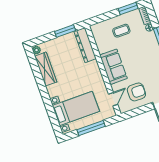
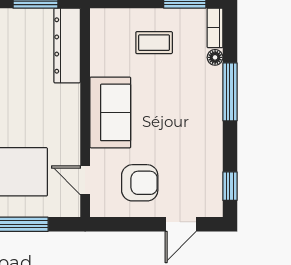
door: (113, 99) -> (85, 180), swing flipped

